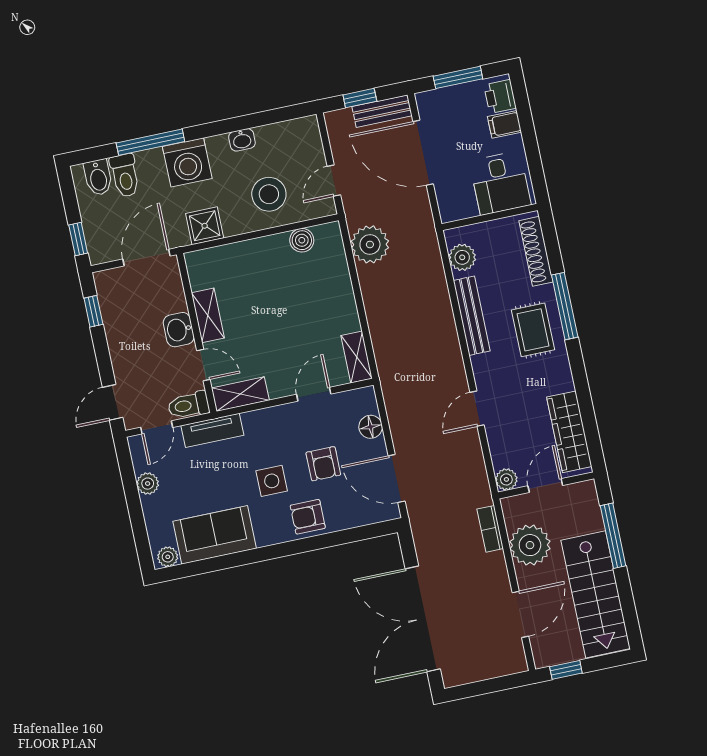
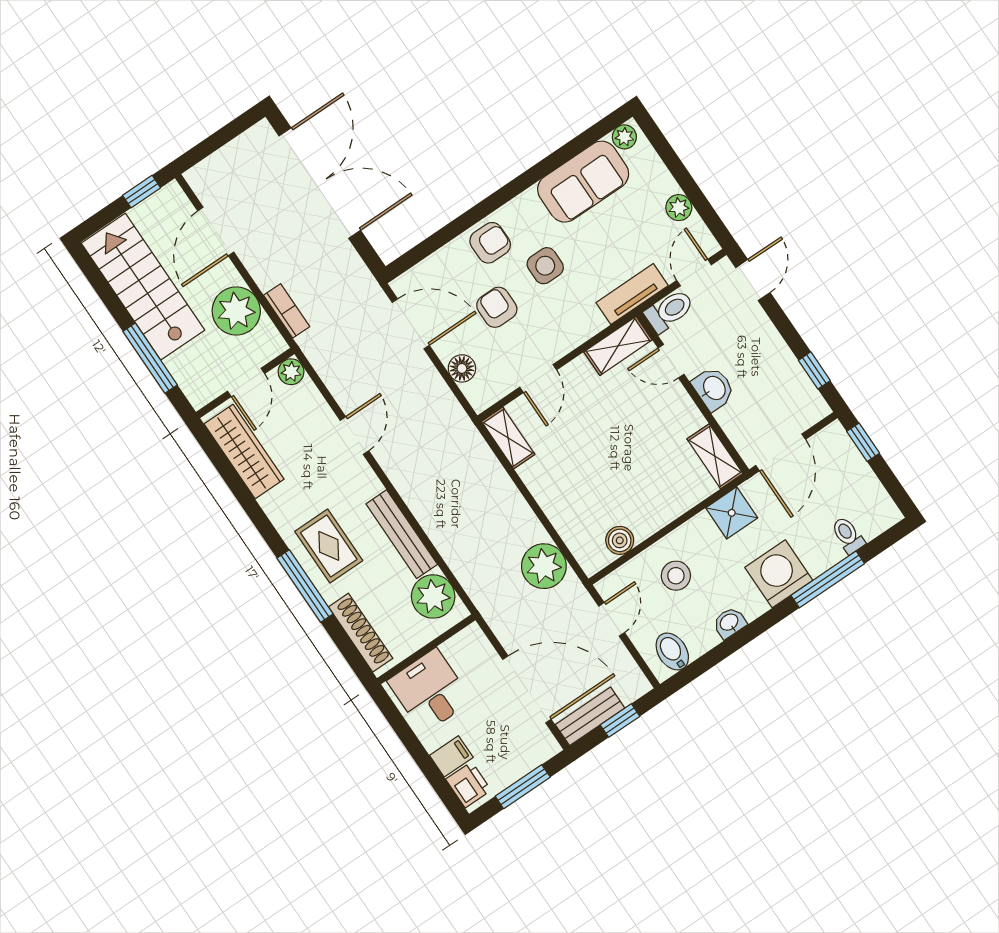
toilet: (125, 176) -> (848, 535), width x0.73, depth x0.72
bidet: (98, 177) -> (672, 651), moved
stool: (269, 194) -> (676, 576), width x0.73, depth x0.73
plant: (462, 257) -> (433, 596), width x1.36, depth x1.36
shelving: (208, 315) -> (715, 456), moved

